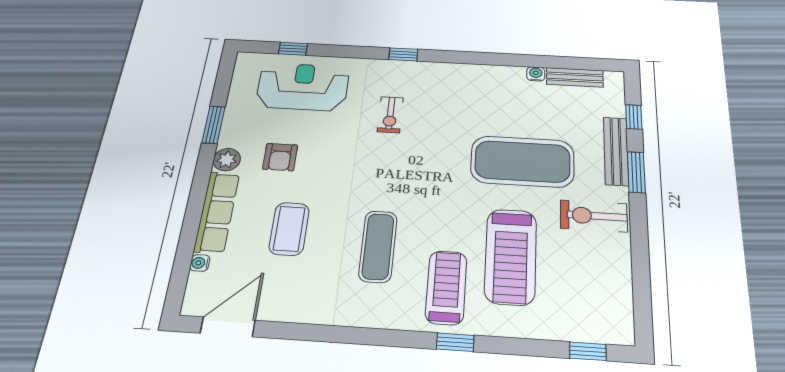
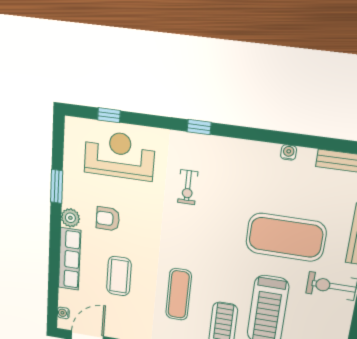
water cooler: (536, 74) -> (289, 152), moved
armchair: (280, 157) -> (108, 219), turned 90
water cooler: (200, 263) -> (63, 313), moved

